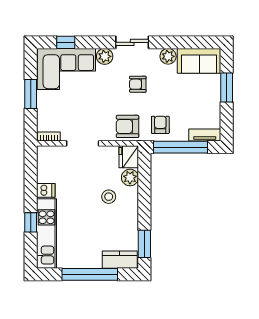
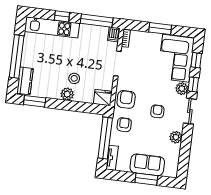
window: (97, 42) -> (193, 84), added
sofa: (199, 61) -> (147, 165), moved, turned 90
armchair: (160, 125) -> (124, 125), turned -90
window: (31, 177) -> (97, 21), added
plant: (130, 178) -> (67, 94), moved
dishwasher: (46, 190) -> (114, 34), moved

